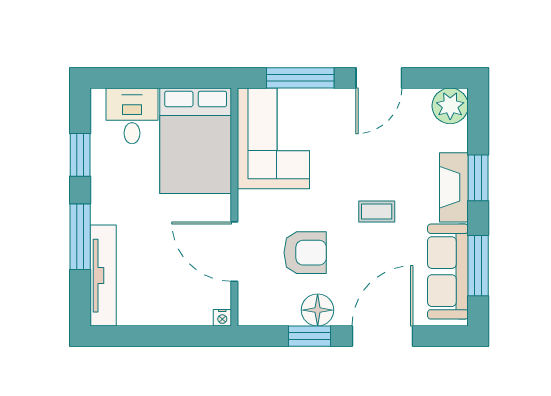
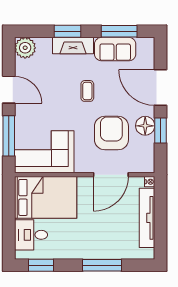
window: (80, 155) -> (41, 265), moved
armchair: (305, 253) -> (111, 133), width x1.36, depth x1.36
sofa: (448, 272) -> (115, 49), width x0.73
tv unit: (103, 276) -> (147, 218), moved, turned -90

